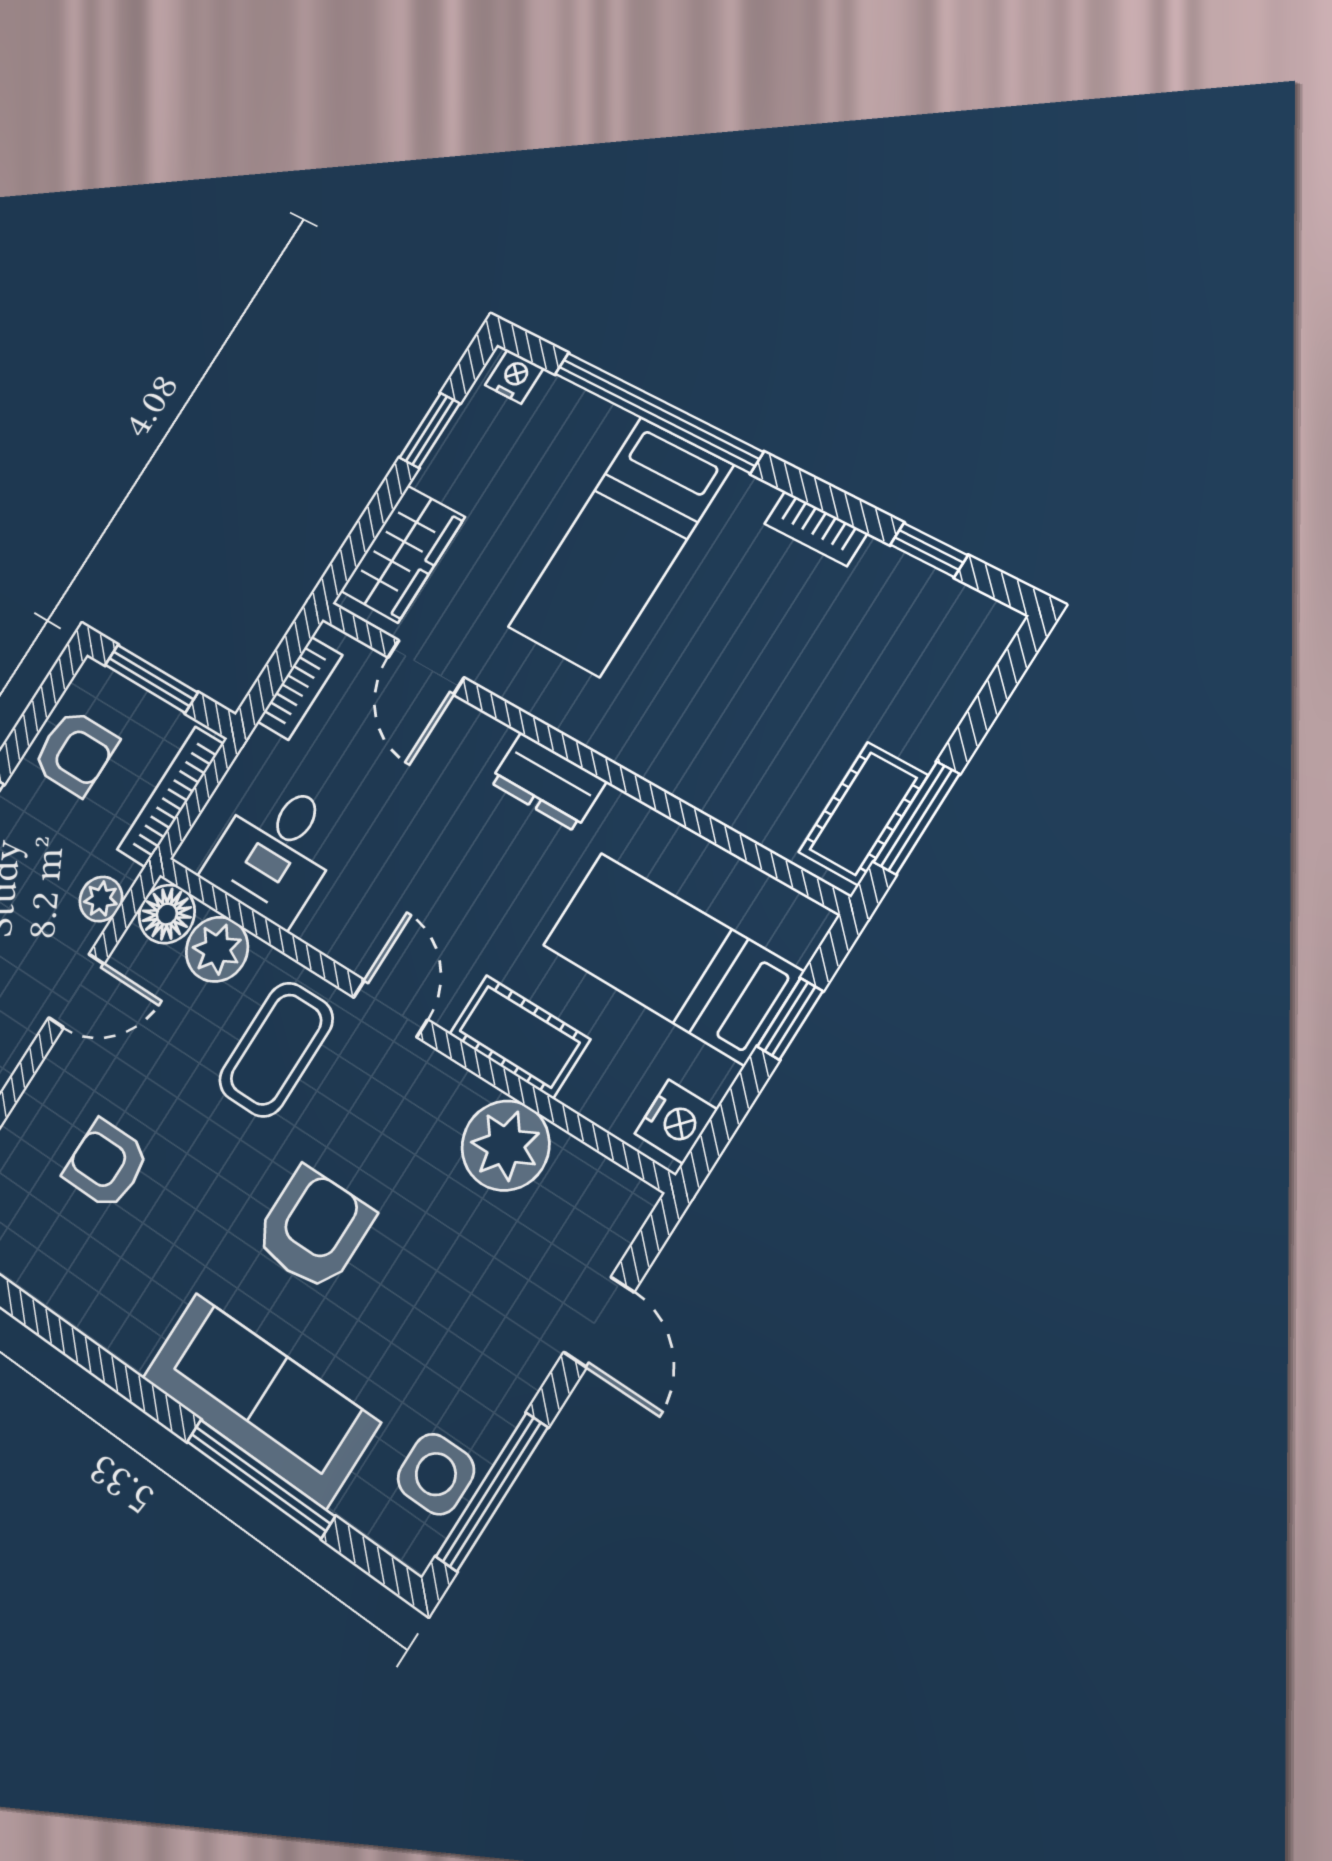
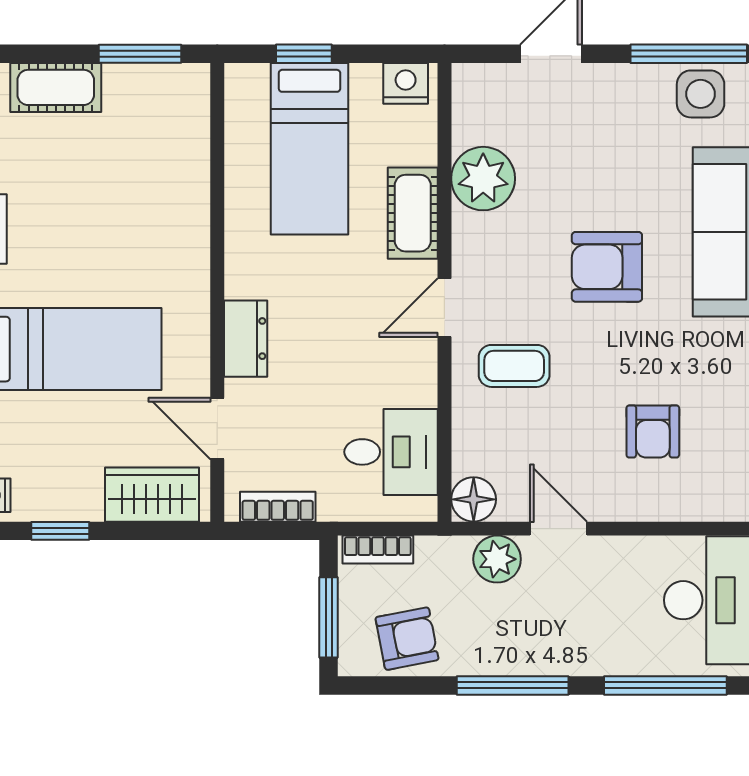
door: (426, 667) -> (217, 429), swing flipped
armchair: (75, 753) -> (407, 639), turned 79
dresser: (548, 782) -> (246, 339), moved
bookcase: (170, 797) -> (378, 550), width x0.64
cot: (863, 814) -> (56, 87), moved
plant: (101, 899) -> (497, 559), width x1.38, depth x1.38
plant: (217, 949) -> (476, 449), removed
coffee table: (276, 1050) -> (514, 366), width x0.73, depth x0.77

